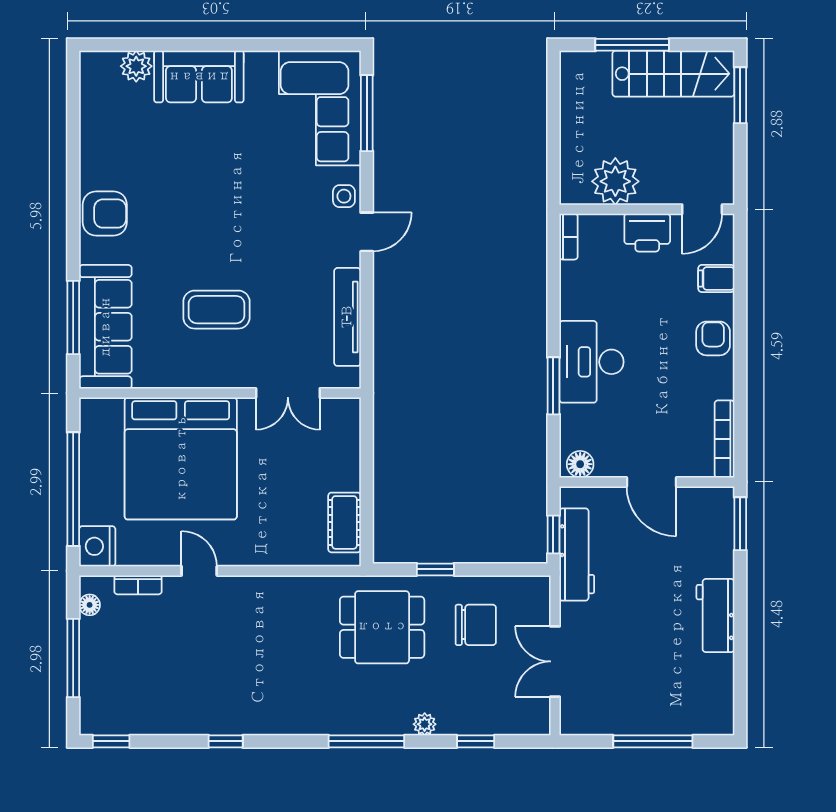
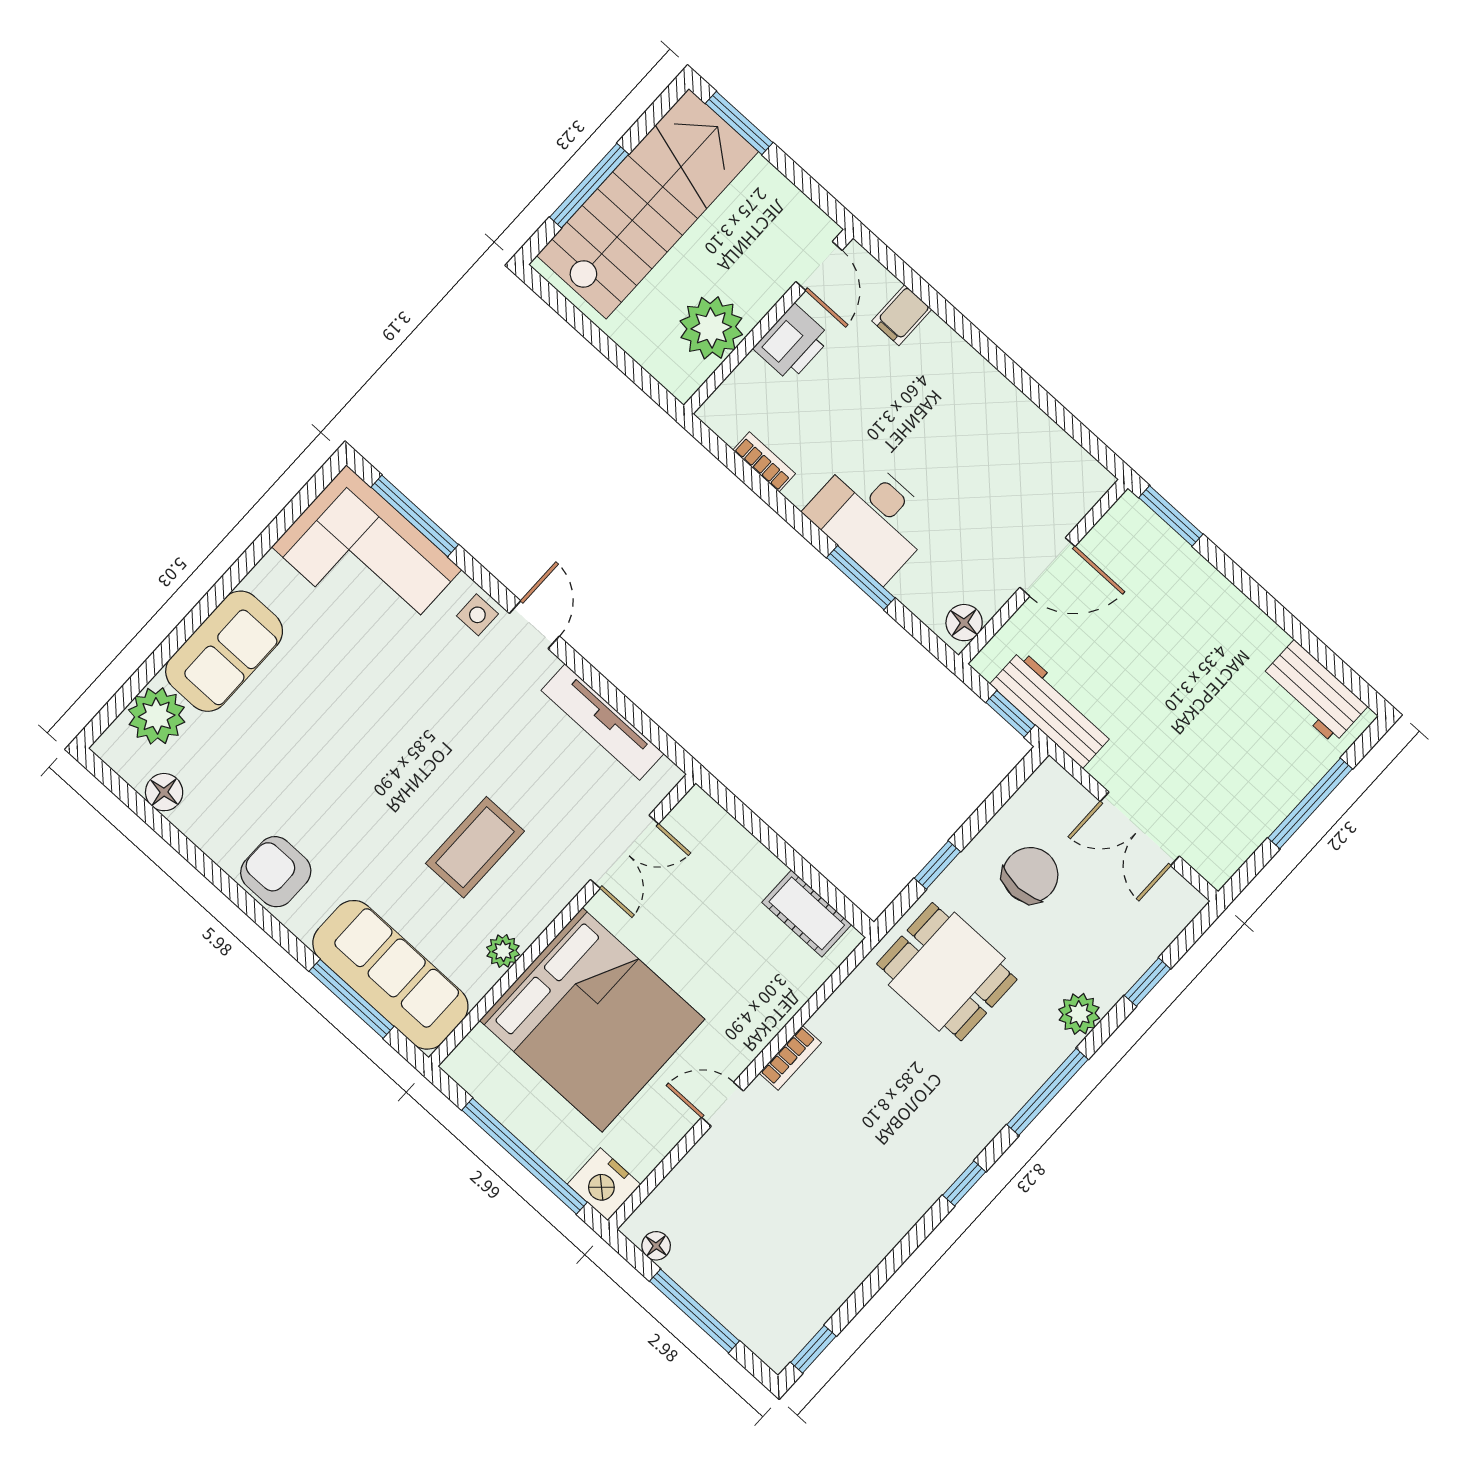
plant: (136, 66) -> (157, 716), width x1.36, depth x1.36
stairs: (673, 74) -> (647, 204), width x1.36, depth x1.51
floor lamp: (93, 114) -> (164, 792), added
armchair: (105, 214) -> (276, 872), turned -90
bookcase: (569, 237) -> (764, 462), moved
armchair: (713, 338) -> (959, 373), removed
plant: (174, 376) -> (503, 951), added
bookcase: (724, 439) -> (1071, 454), removed
bookcase: (138, 585) -> (790, 1058), moved
workbench: (715, 616) -> (1314, 692), moved
dining table: (382, 627) -> (947, 972), turned 90
plant: (425, 724) -> (1079, 1014), width x1.38, depth x1.38
window: (226, 741) -> (964, 1183), moved

